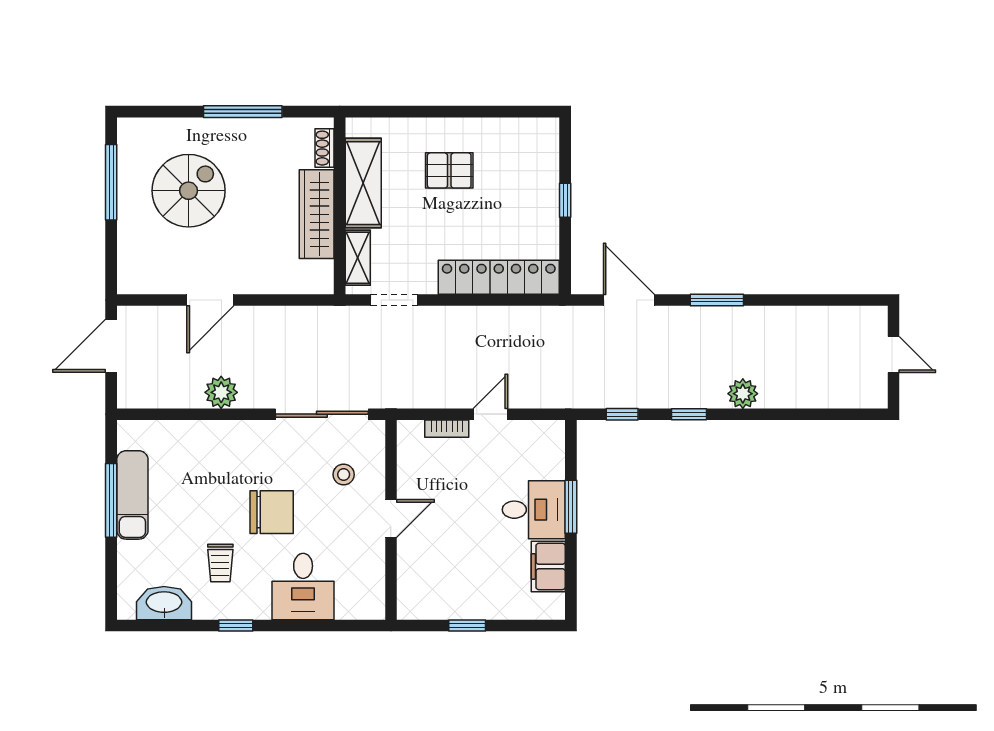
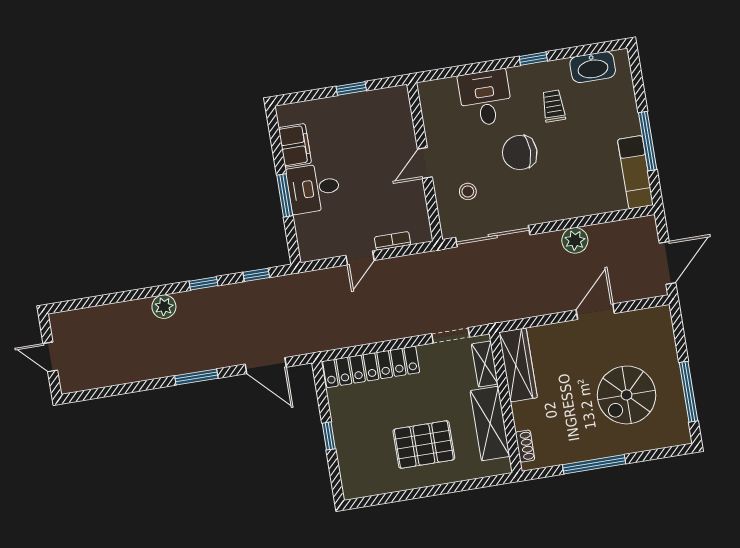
pallet: (449, 170) -> (424, 445), width x1.50, depth x1.42
wardrobe: (317, 214) -> (518, 365), moved
exam couch: (132, 495) -> (635, 172), moved

